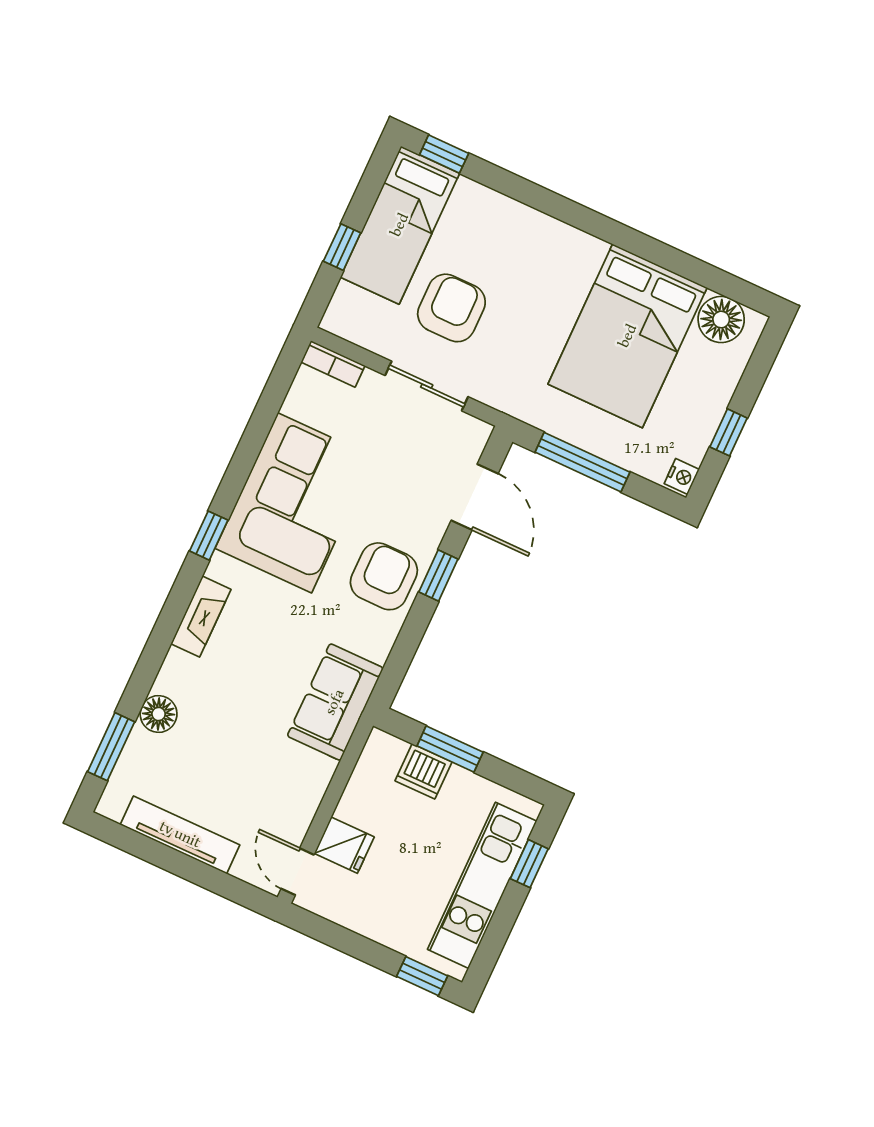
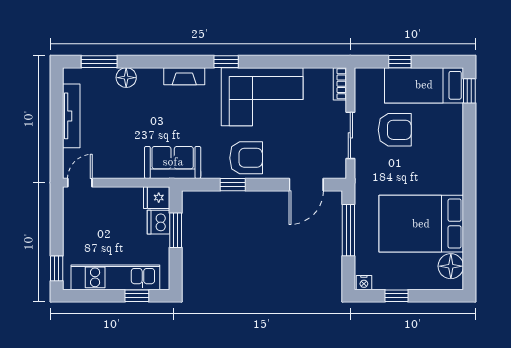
window: (438, 575) -> (233, 185), moved
fridge: (344, 845) -> (157, 198), moved, turned 90

